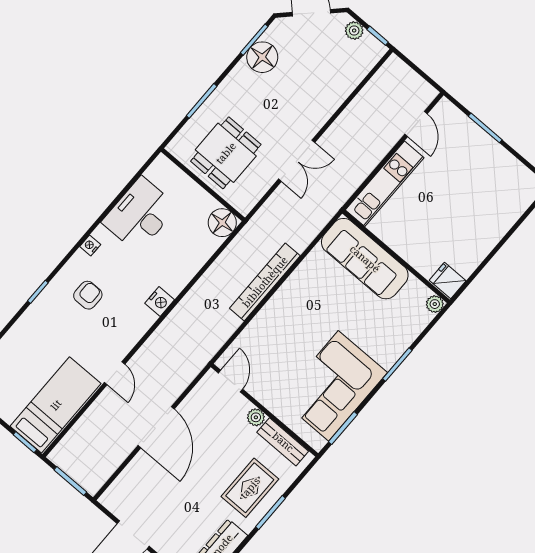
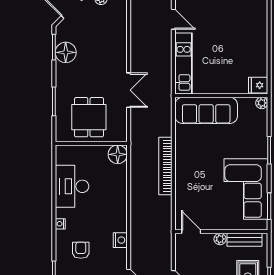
nightstand: (160, 302) -> (120, 240), moved

